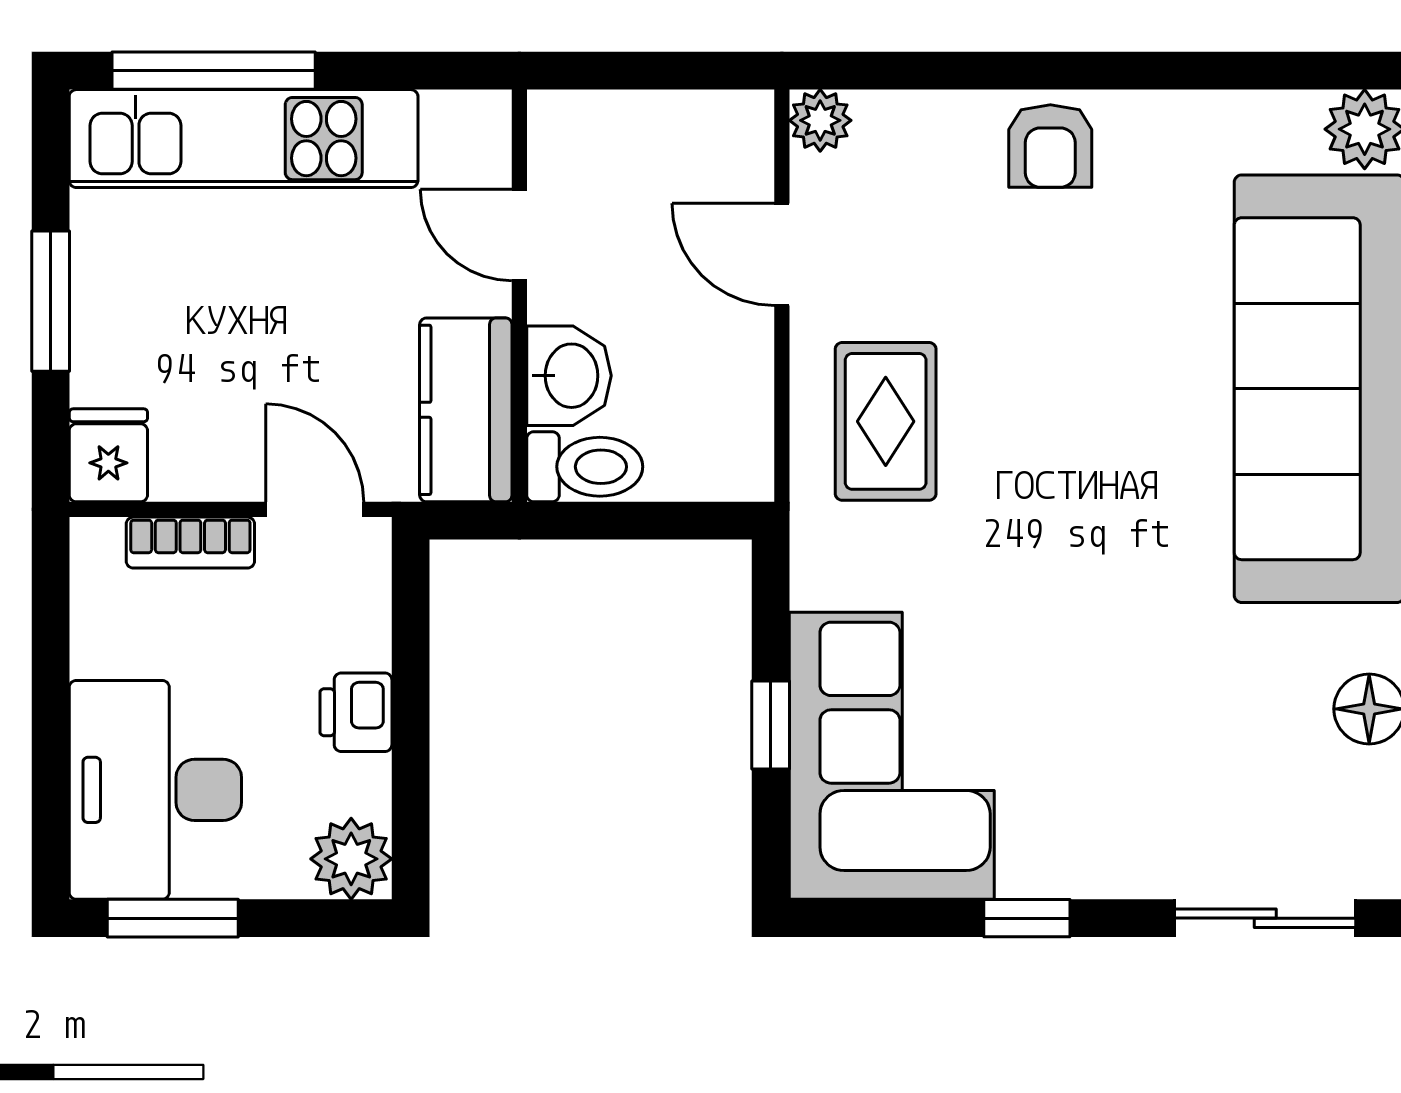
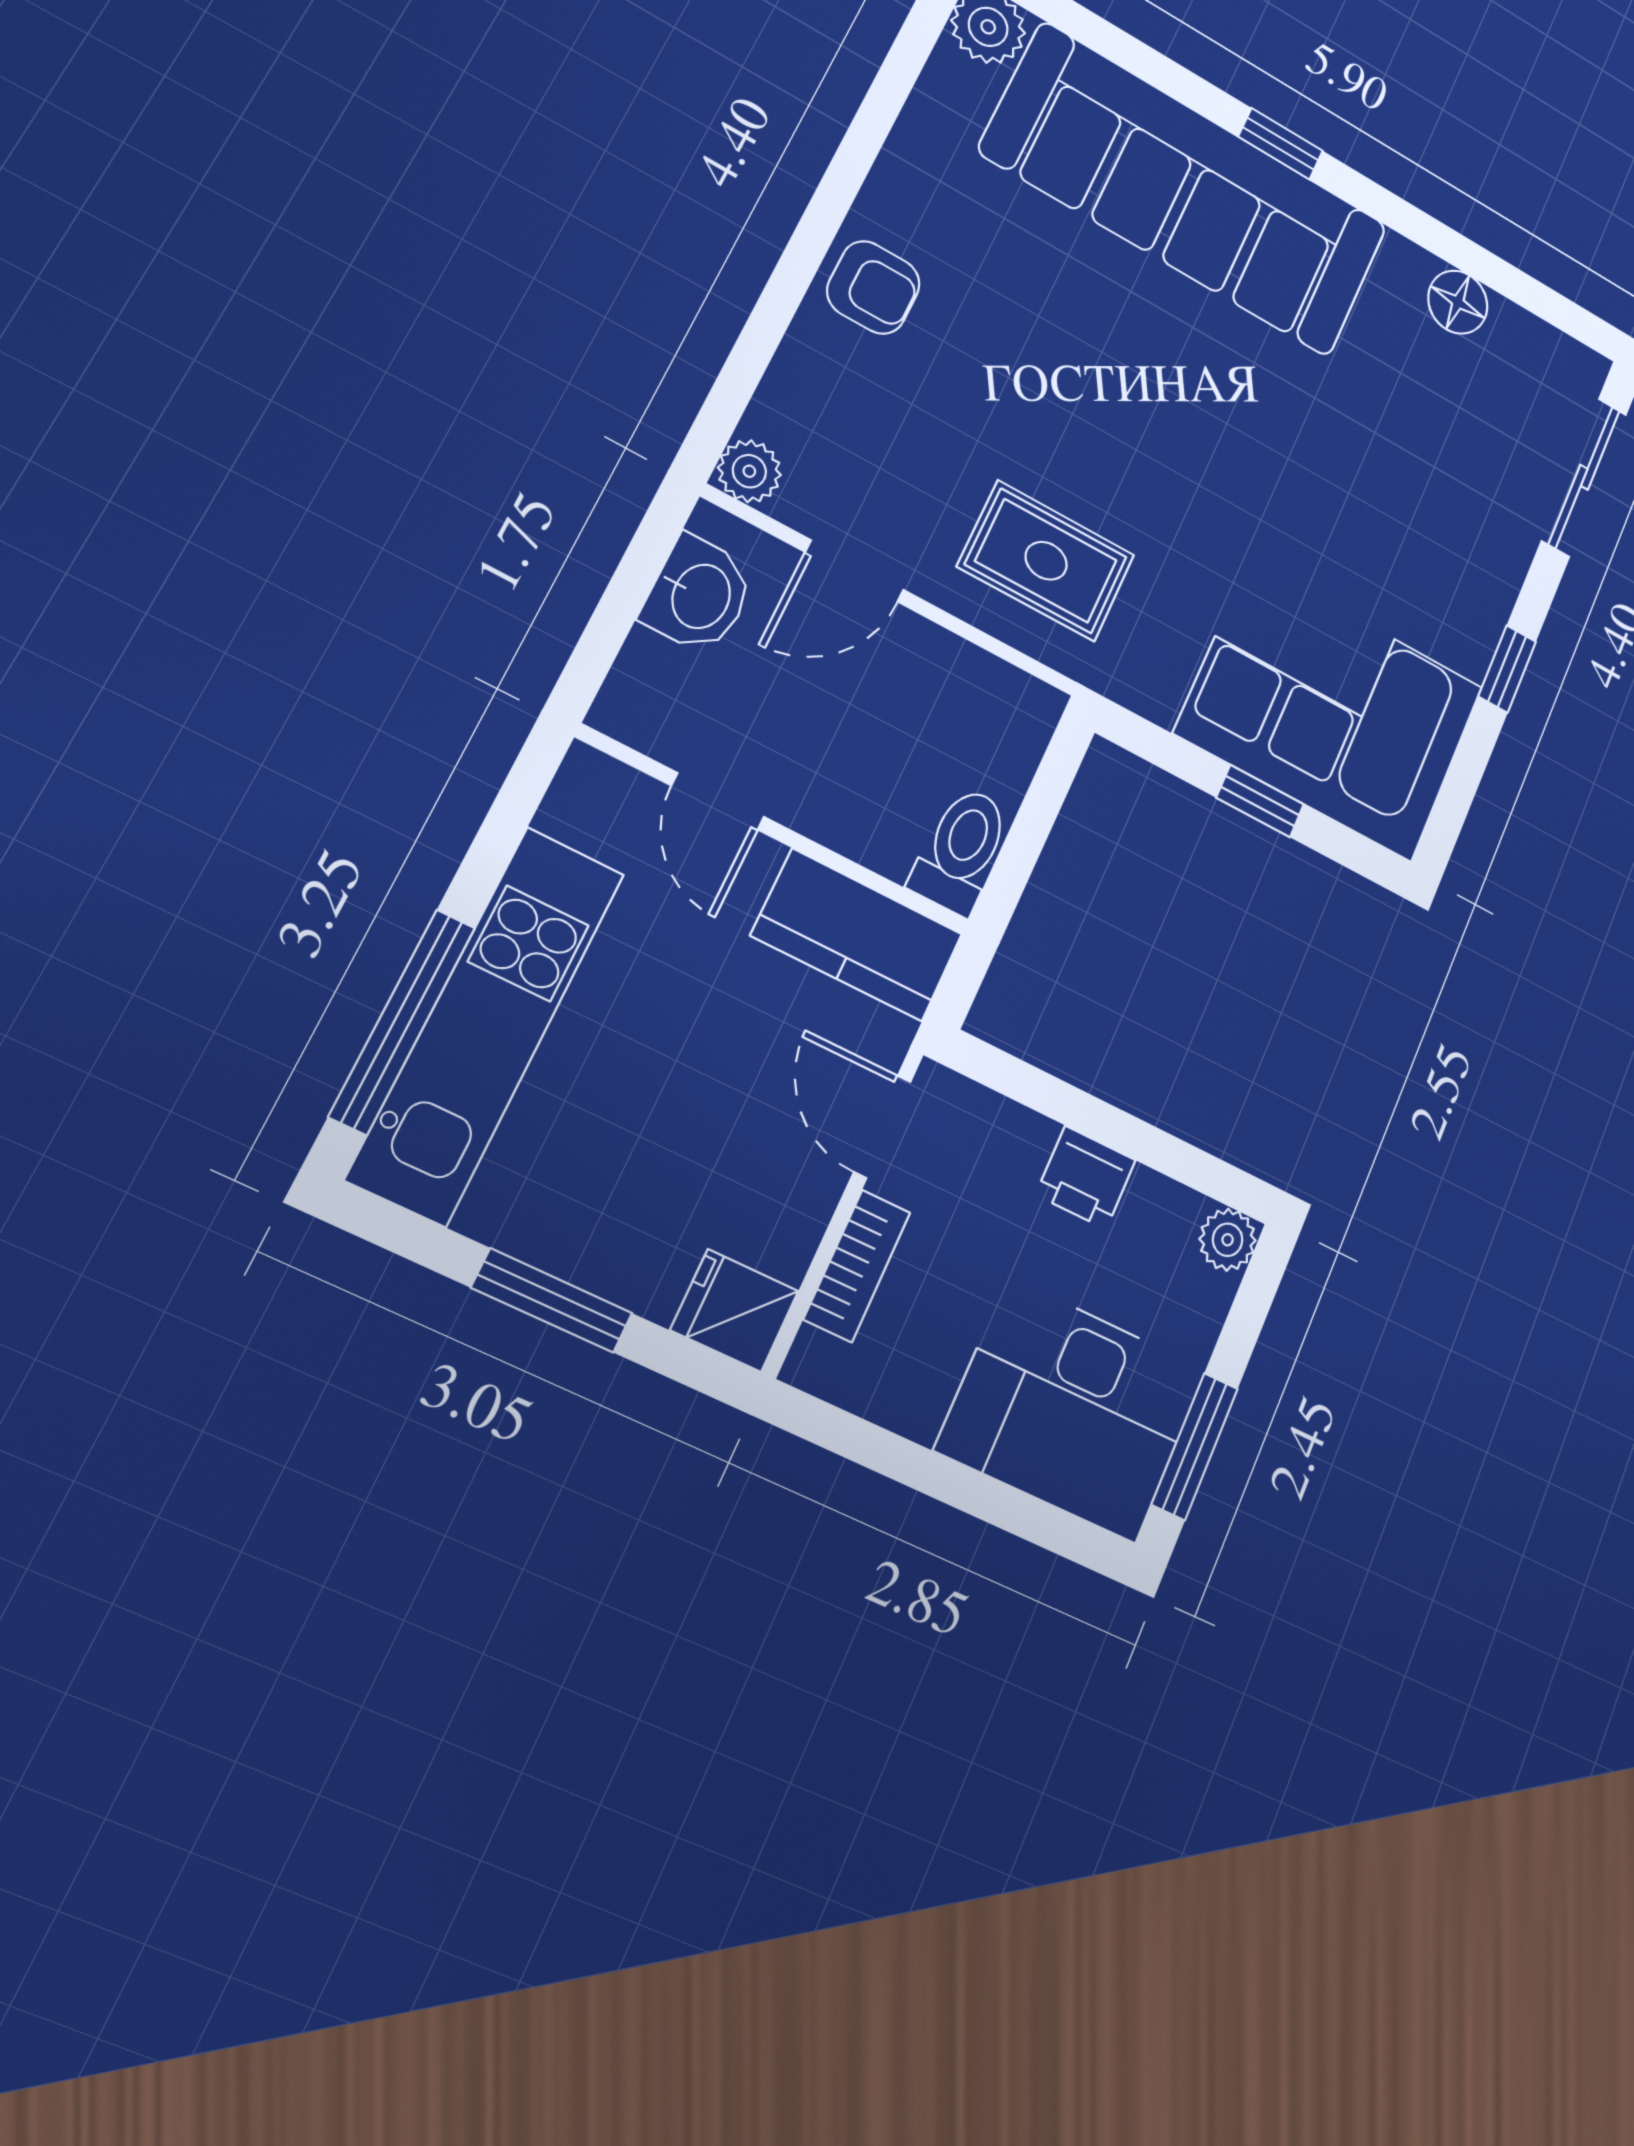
door: (519, 235) -> (718, 801), hinge flipped
washbasin: (569, 376) -> (699, 595), moved, turned 90
door: (315, 509) -> (882, 1127), hinge flipped
plant: (351, 859) -> (1228, 1240), width x0.73, depth x0.73

